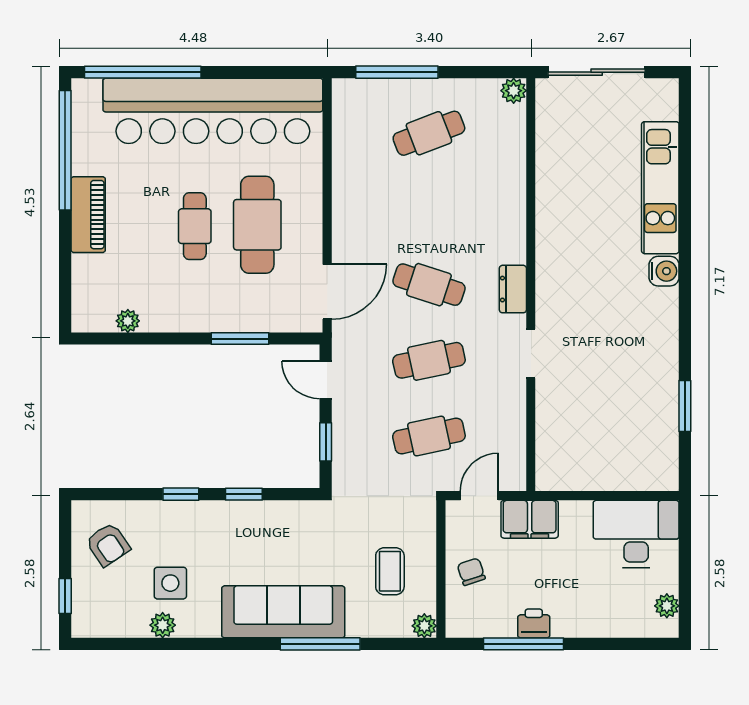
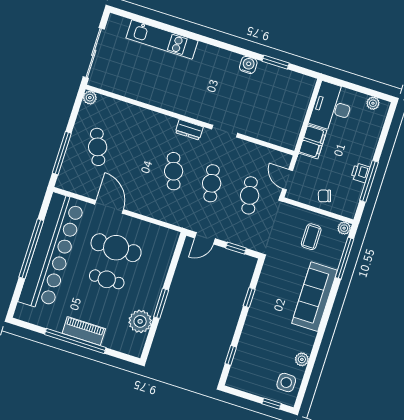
window: (143, 72) -> (31, 249), moved
window: (65, 150) -> (75, 341), moved
water cooler: (664, 271) -> (248, 65), moved
cafe table: (429, 285) -> (174, 171), turned -36
door: (327, 292) -> (109, 207), moved
plant: (128, 321) -> (140, 321), width x1.88, depth x1.88
window: (240, 339) -> (161, 303), moved
window: (181, 494) -> (231, 355), moved
filing cabinet: (530, 519) -> (313, 142), moved
armchair: (108, 544) -> (253, 374), removed
coffee table: (390, 571) -> (311, 237), turned 90
side table: (170, 583) -> (286, 383), moved
window: (320, 644) -> (345, 258), moved

